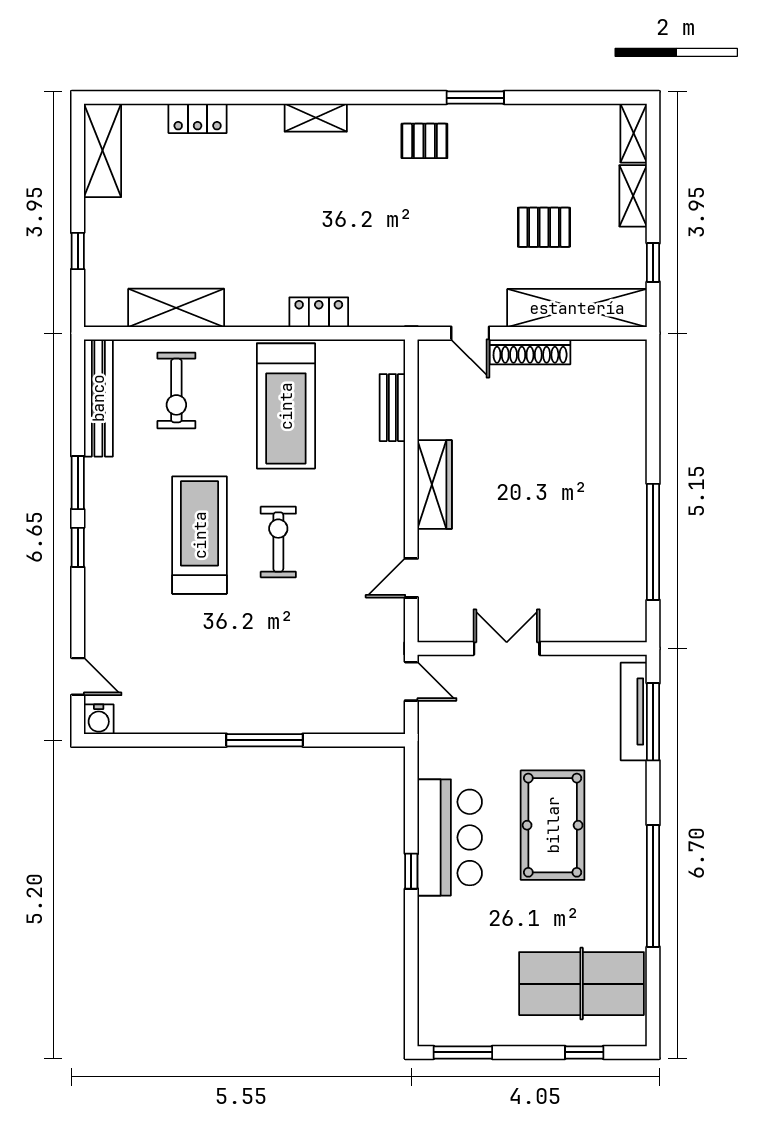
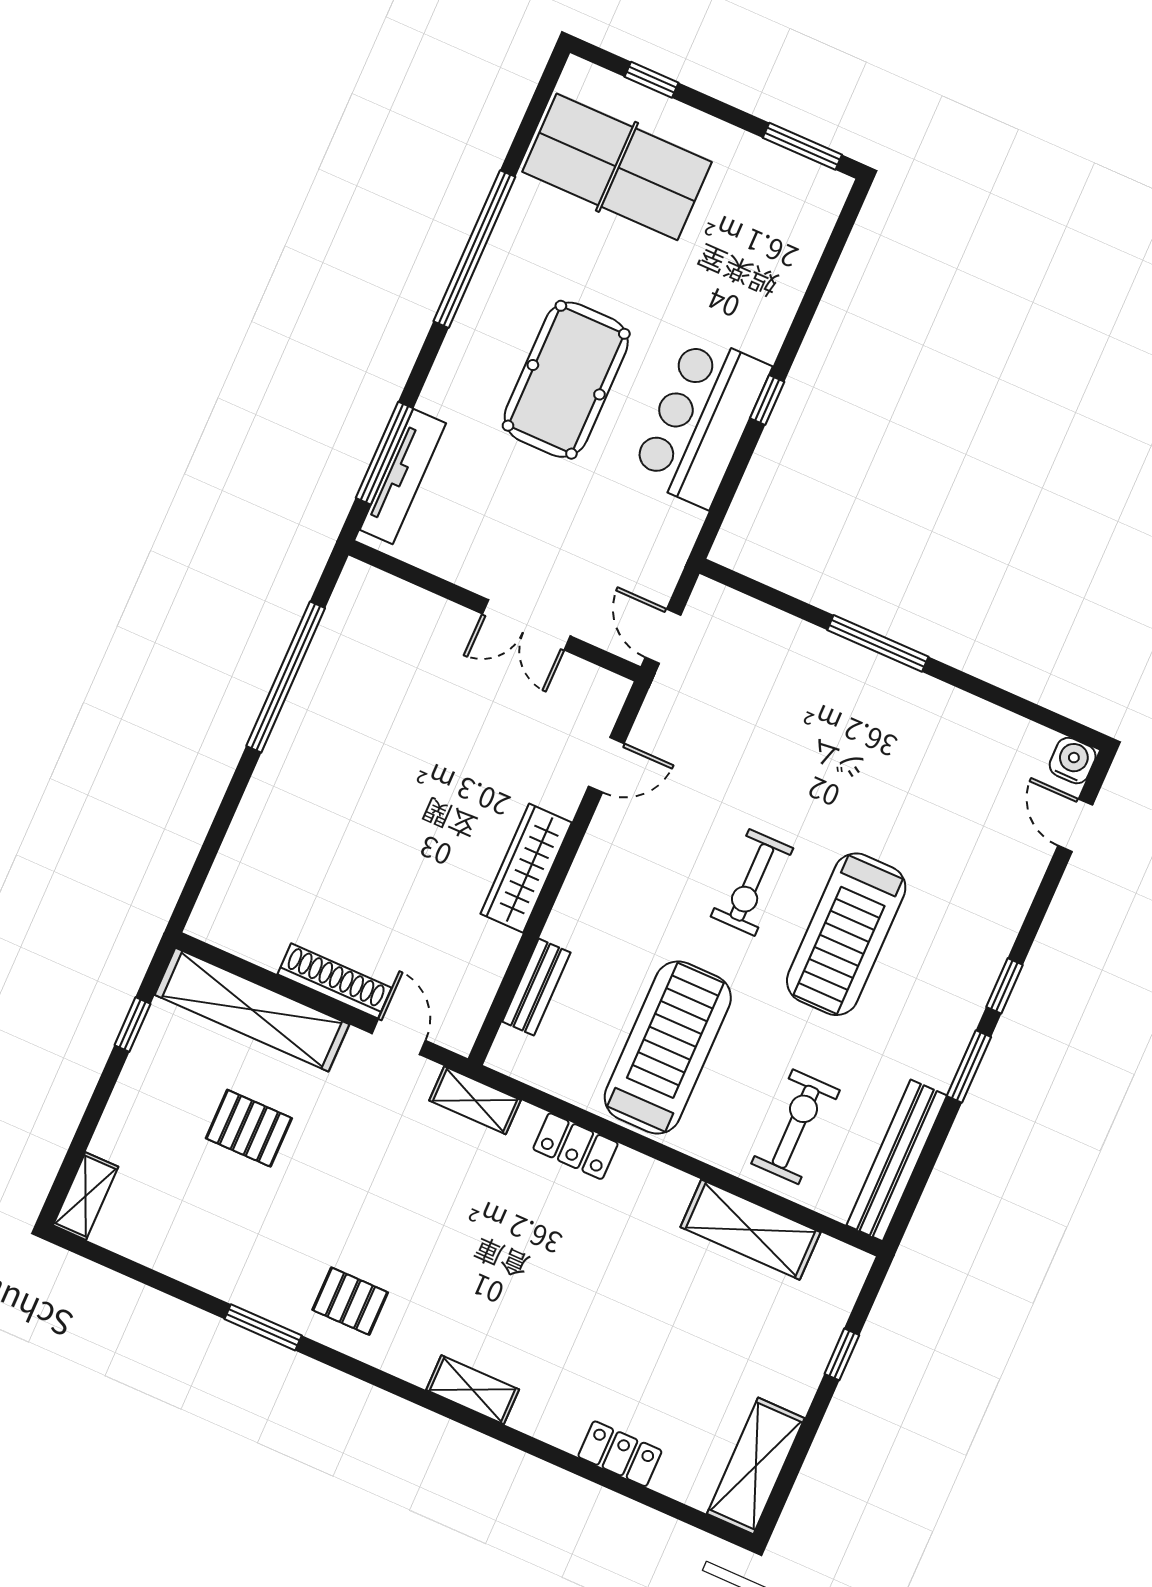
shelving: (633, 196) -> (475, 1100), moved, turned 90

